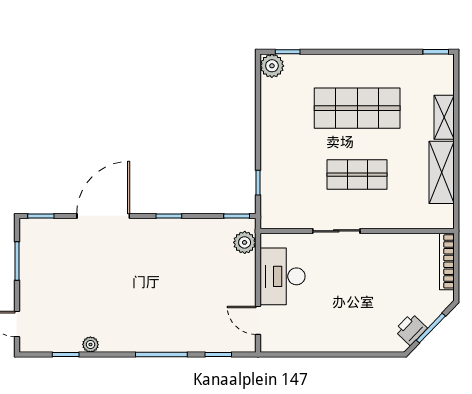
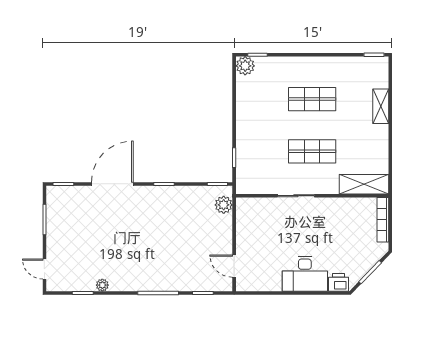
shop shelf: (357, 108) -> (312, 99), width x0.70, depth x0.74
shelving: (442, 172) -> (364, 184), moved, turned 90
desk: (283, 276) -> (305, 274), moved, turned -90
printer: (411, 329) -> (338, 282), moved, turned 46

